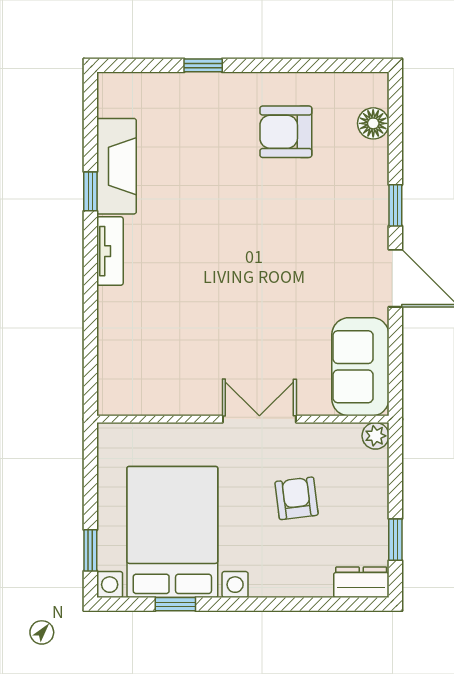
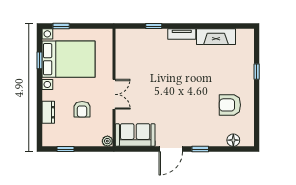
armchair: (286, 132) -> (230, 105), turned -90
window: (90, 191) -> (154, 26), moved
armchair: (297, 498) -> (82, 109), turned 97
dresser: (361, 582) -> (48, 112), moved

